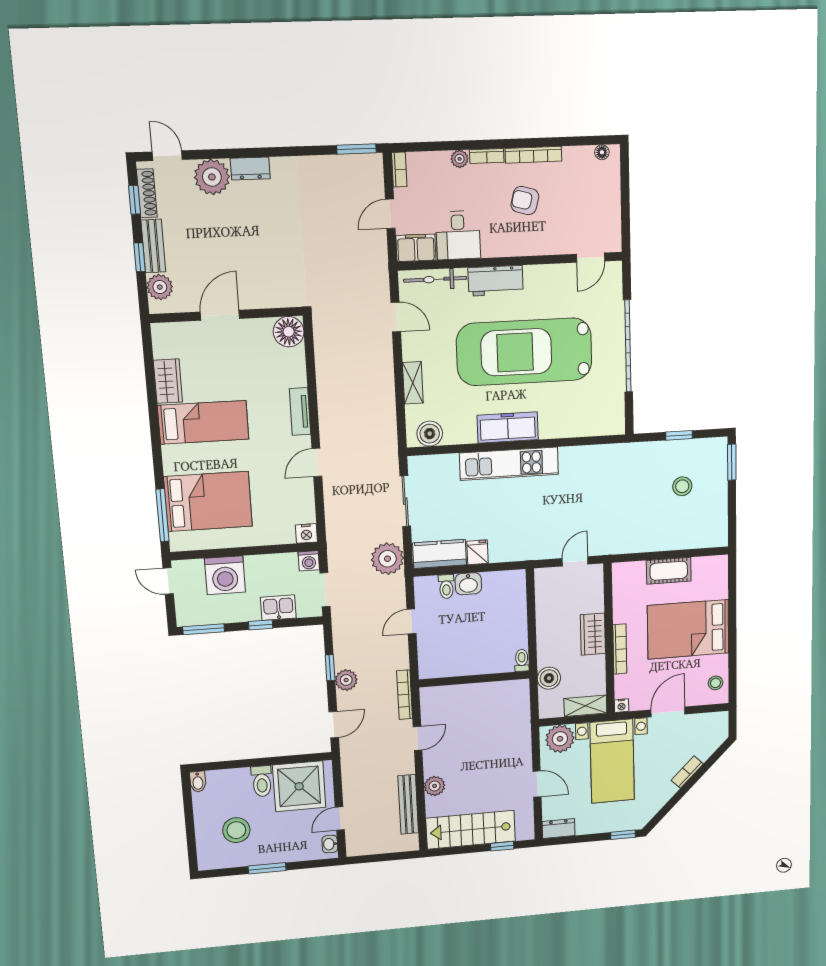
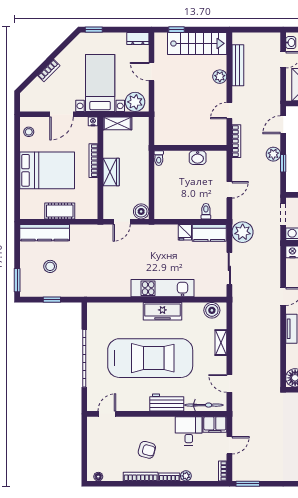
kitchen counter: (691, 537) -> (45, 233), added
washbasin: (468, 584) -> (198, 158), moved, turned 180
boiler: (549, 678) -> (141, 211), moved

